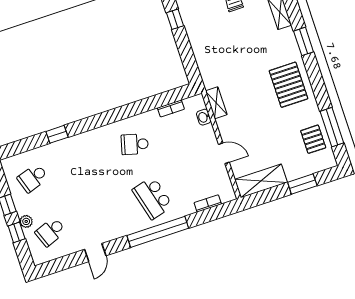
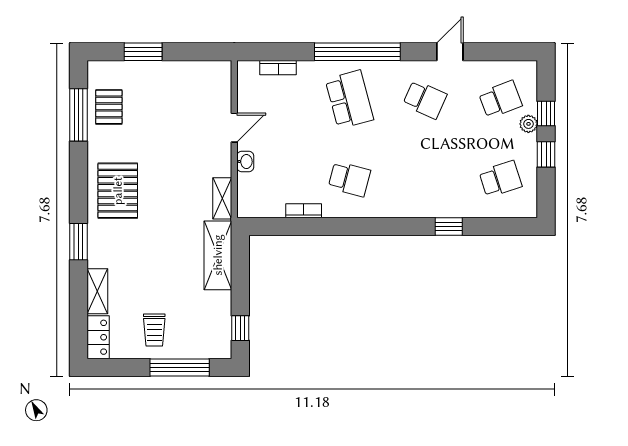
bookcase: (171, 108) -> (304, 211), moved
washbasin: (204, 117) -> (245, 162), moved
door: (224, 153) -> (234, 128), swing flipped
shelving: (261, 181) -> (218, 255), moved, turned 90
school desk: (102, 215) -> (425, 99), added

